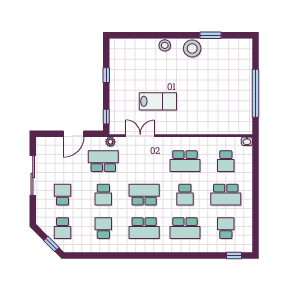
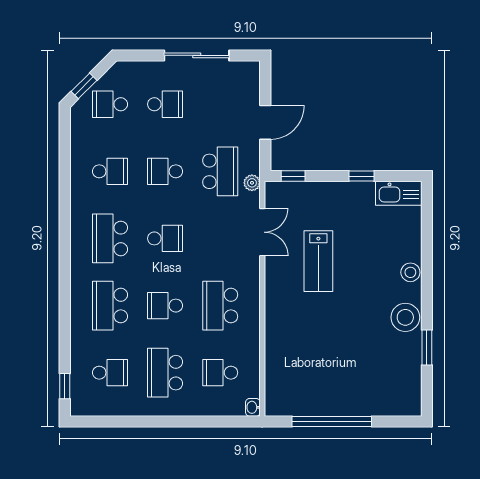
kitchen sink: (117, 52) -> (399, 193), added
door: (73, 134) -> (265, 122), swing flipped
school desk: (144, 195) -> (165, 238), width x0.54

